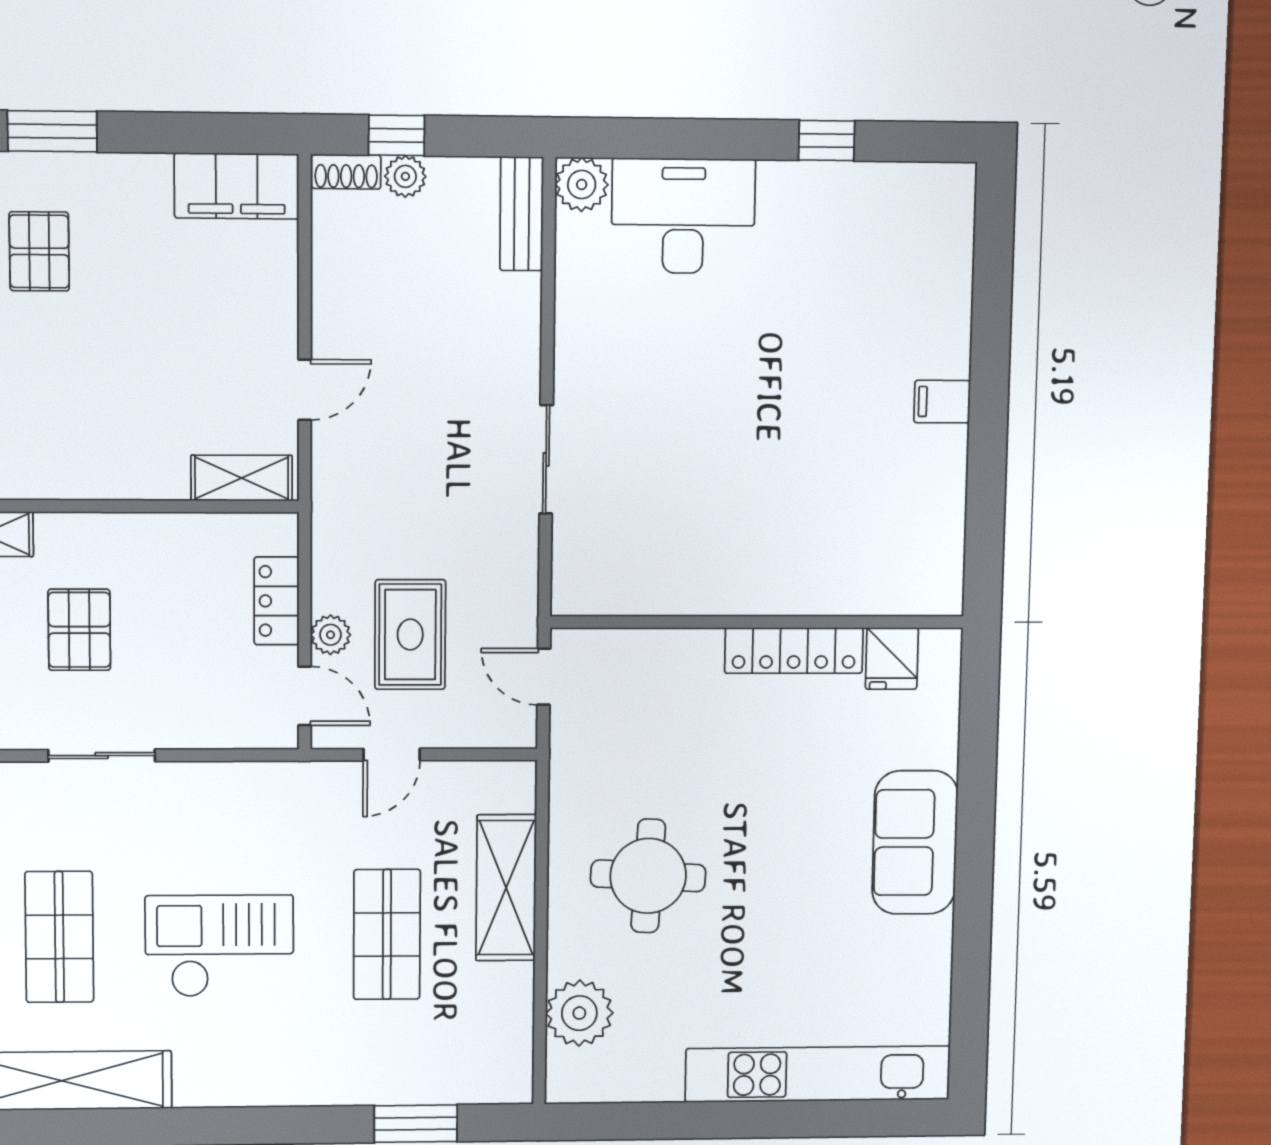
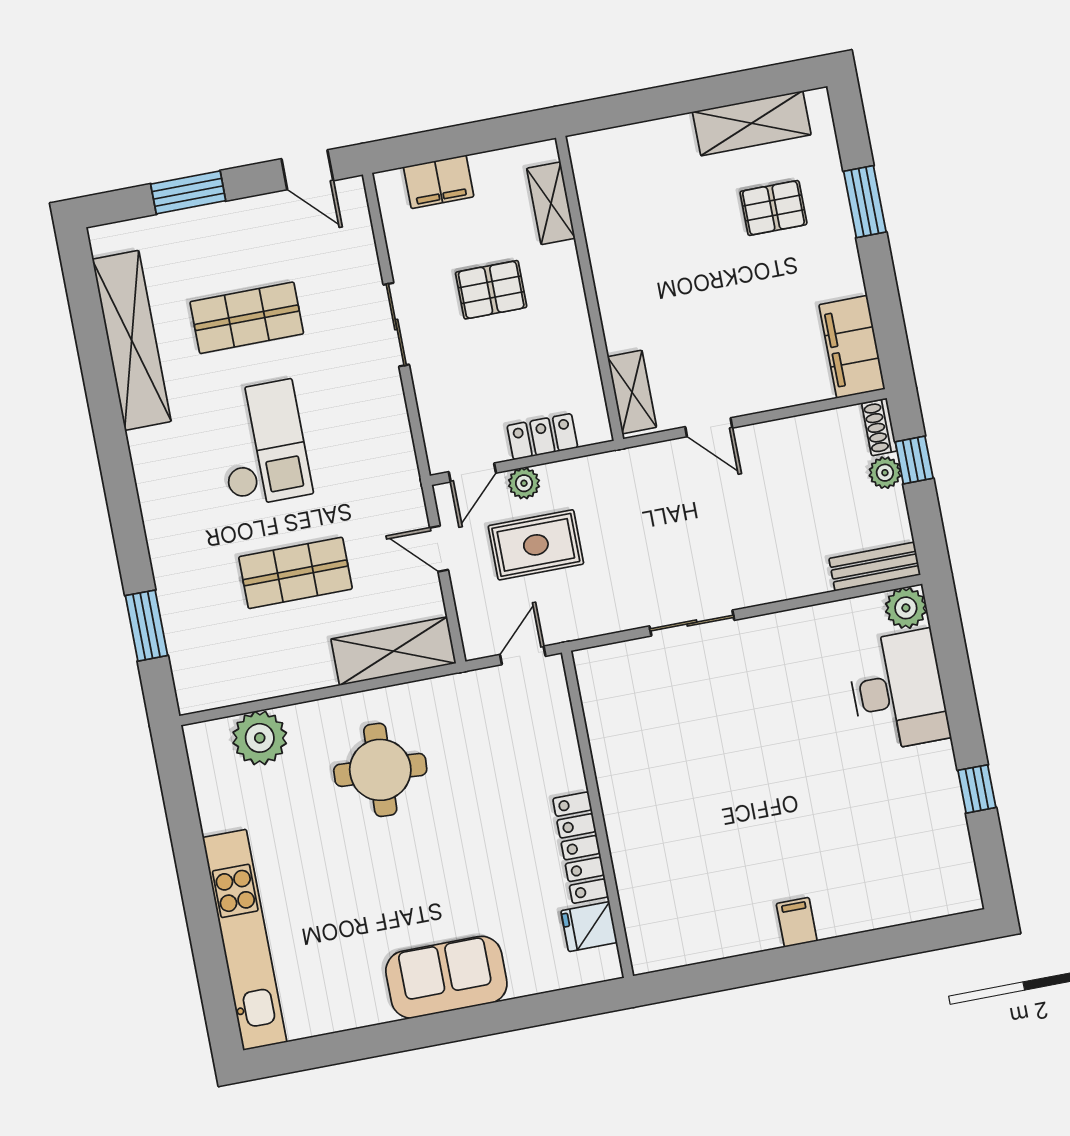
shelving: (506, 888) -> (393, 651), moved

